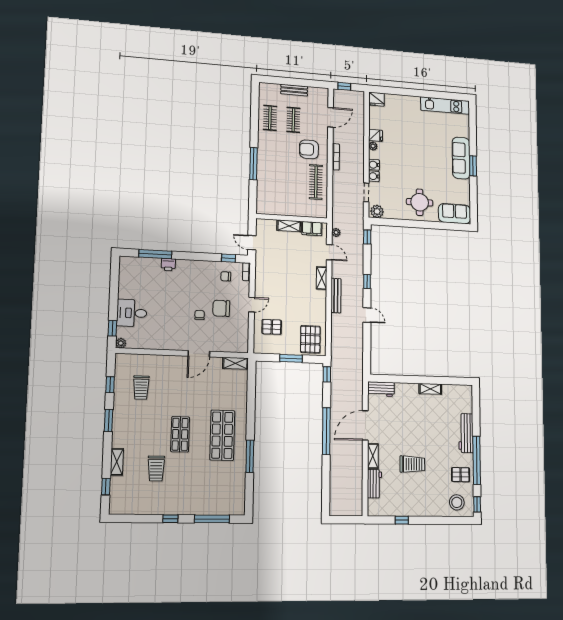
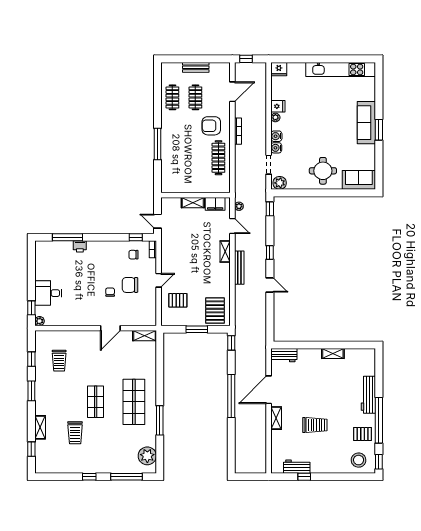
kitchen unit: (445, 106) -> (341, 69), width x1.36
workbench: (374, 484) -> (297, 467), moved, turned -90
plant: (235, 496) -> (147, 456), added

